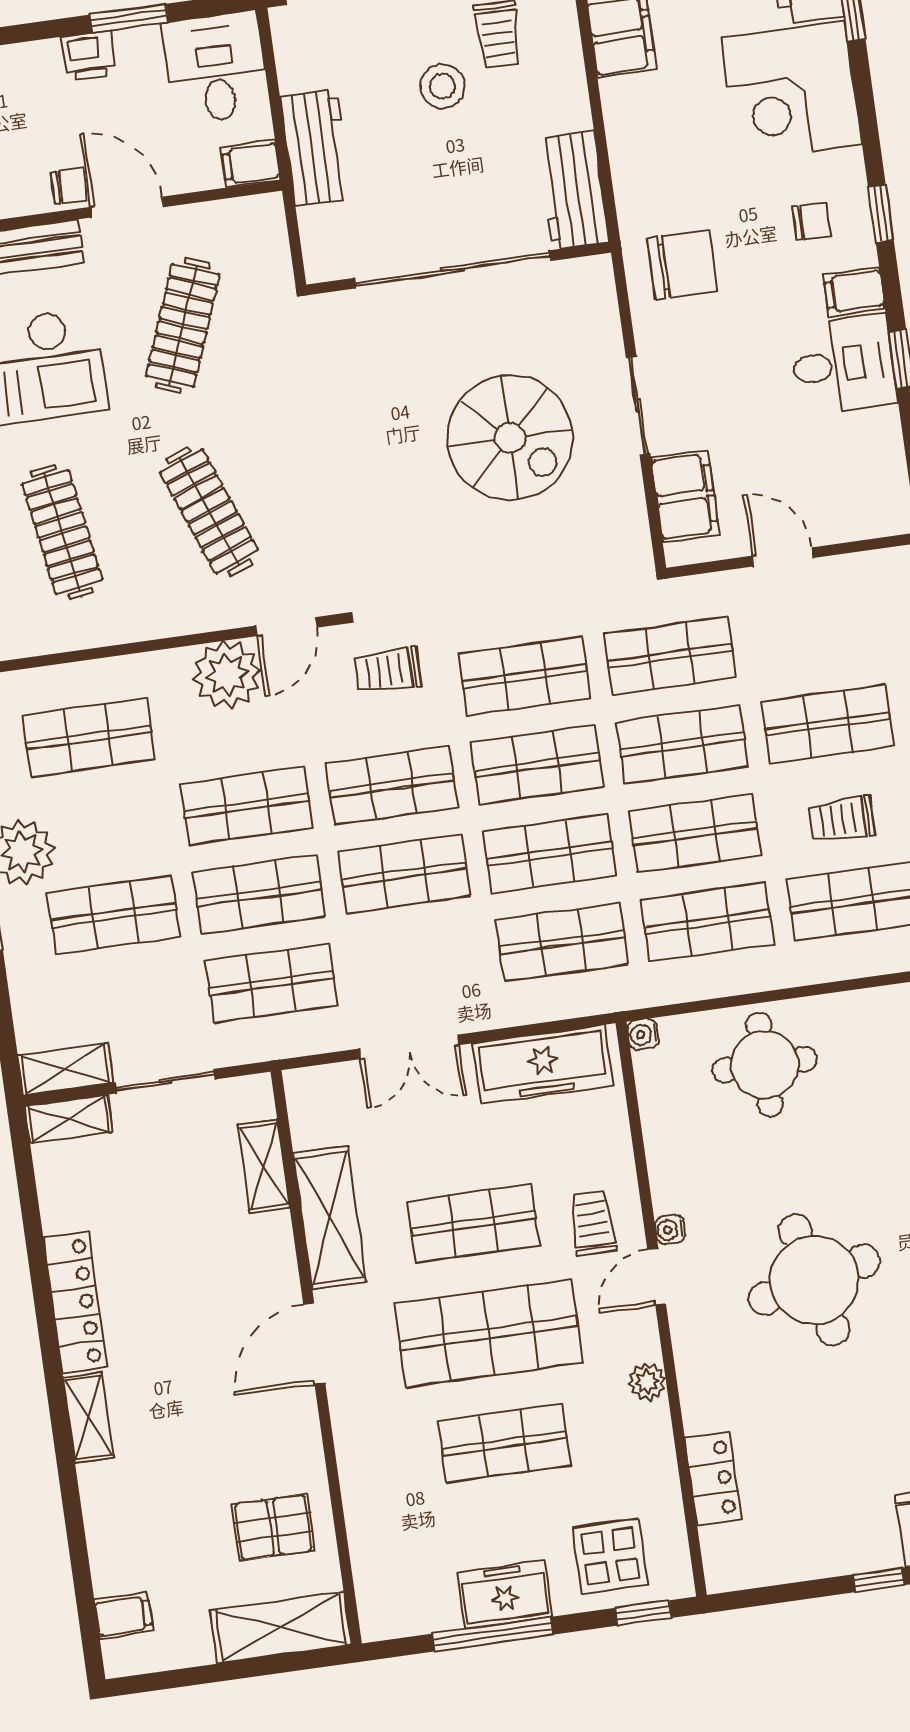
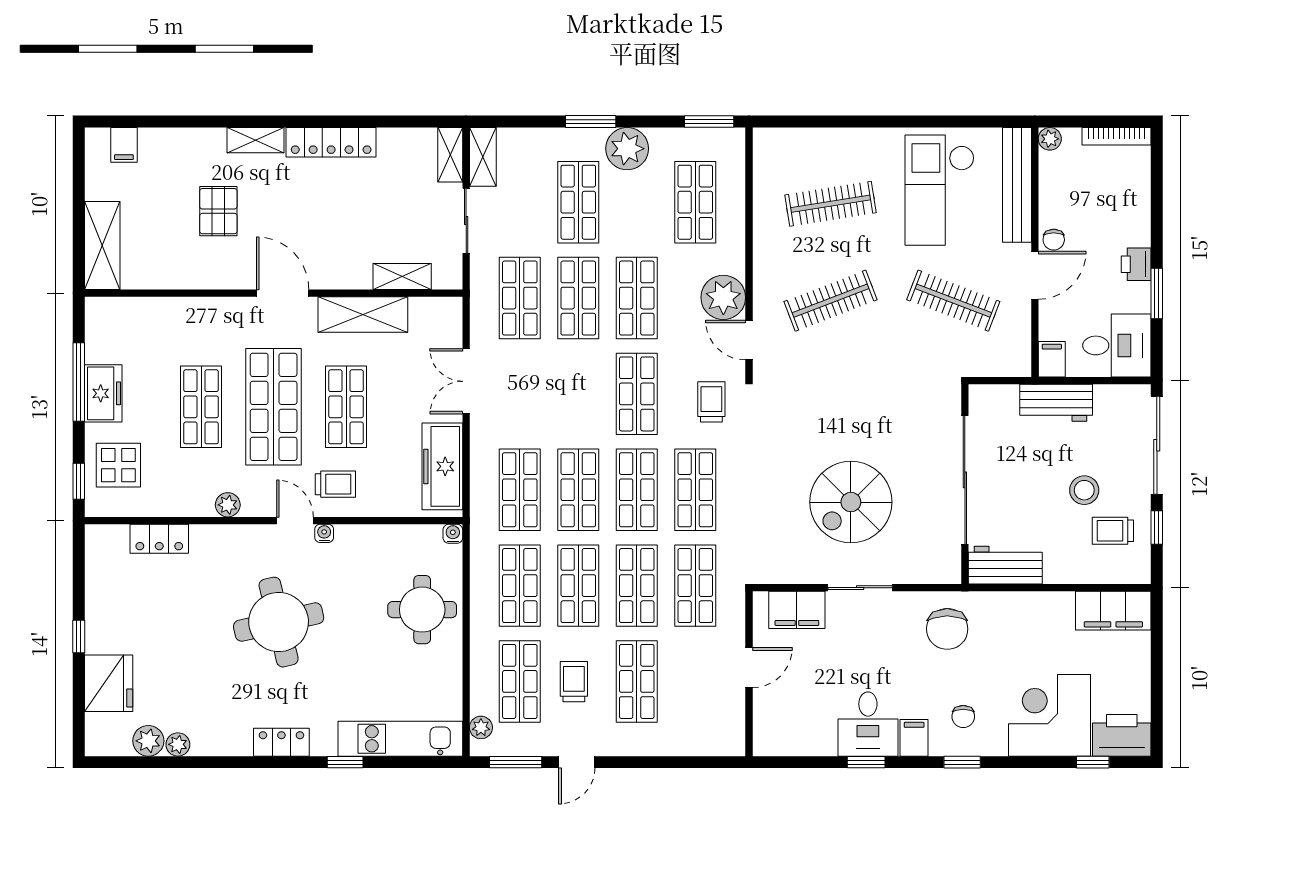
shop shelf: (404, 874) -> (578, 394), removed
pallet: (273, 1527) -> (218, 211), moved

